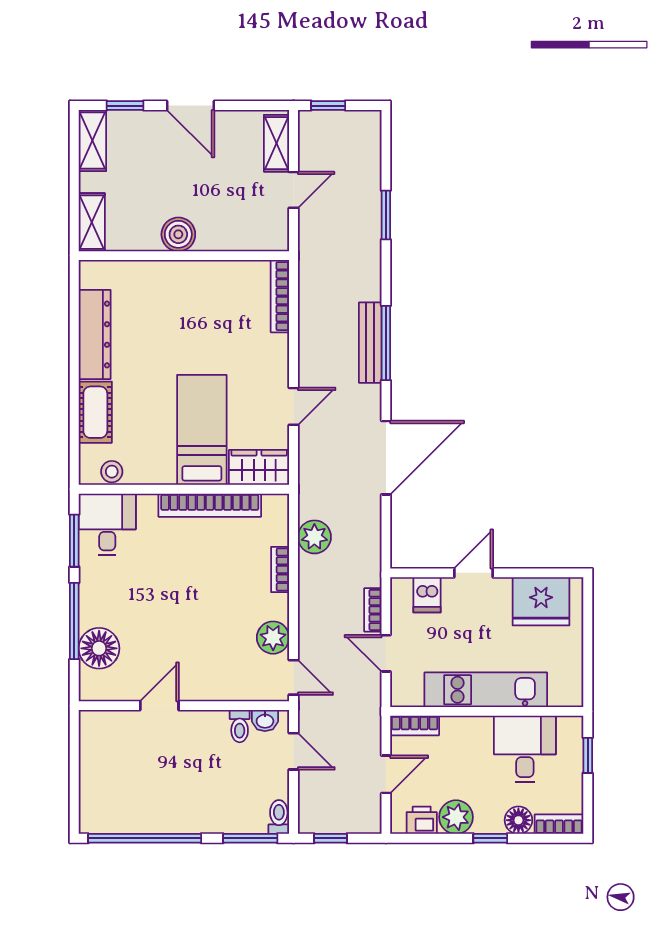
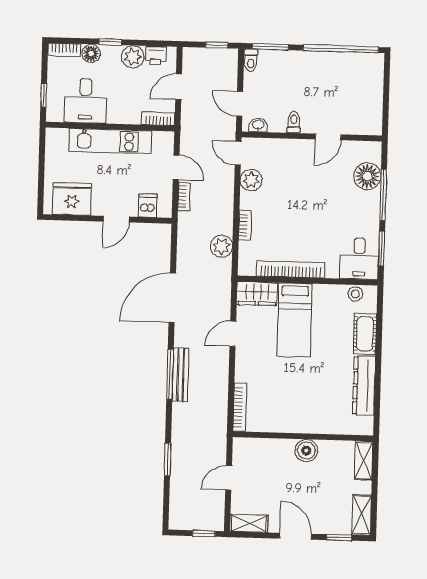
shelving: (277, 143) -> (249, 523), moved, turned 90
toilet: (240, 726) -> (294, 122), moved

